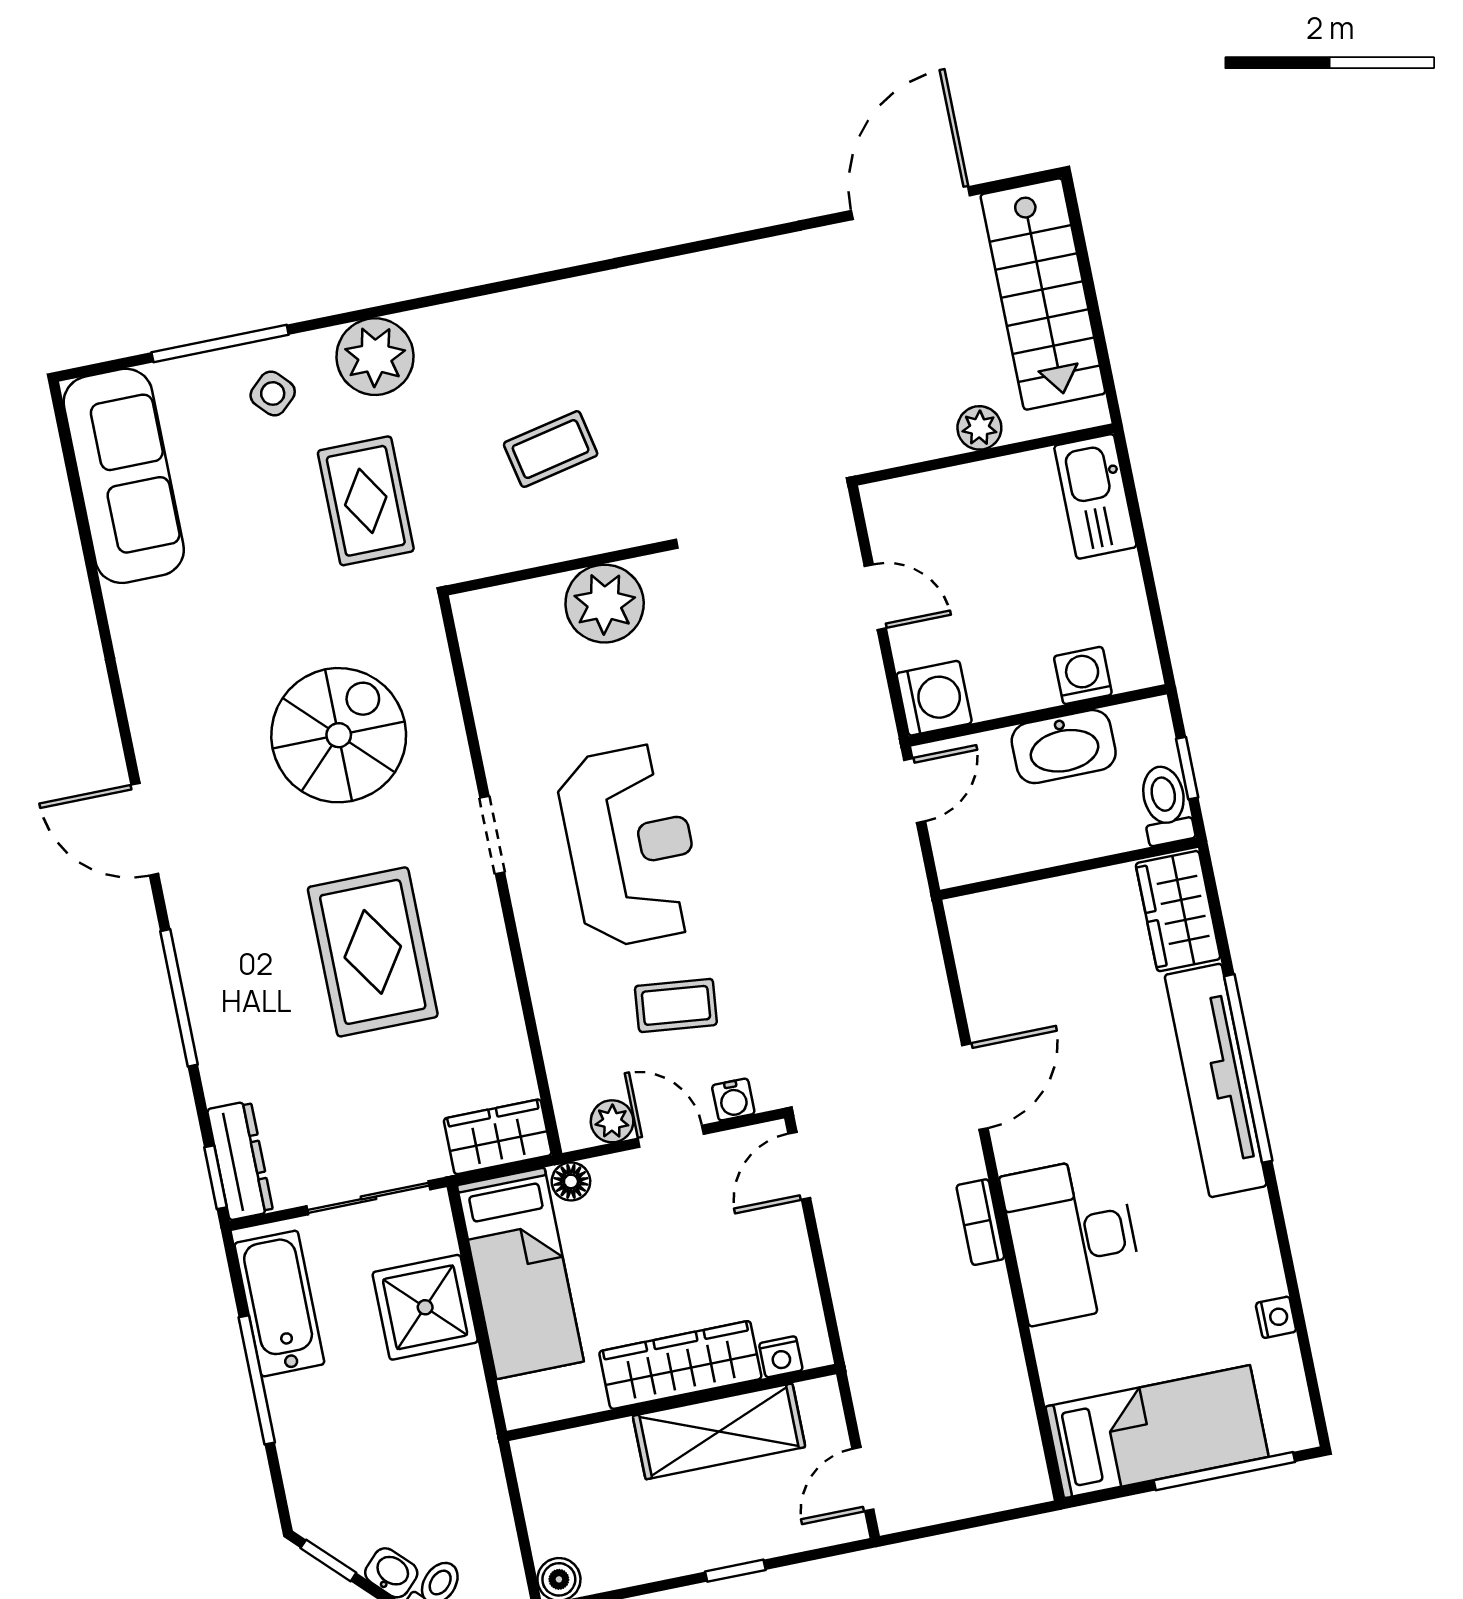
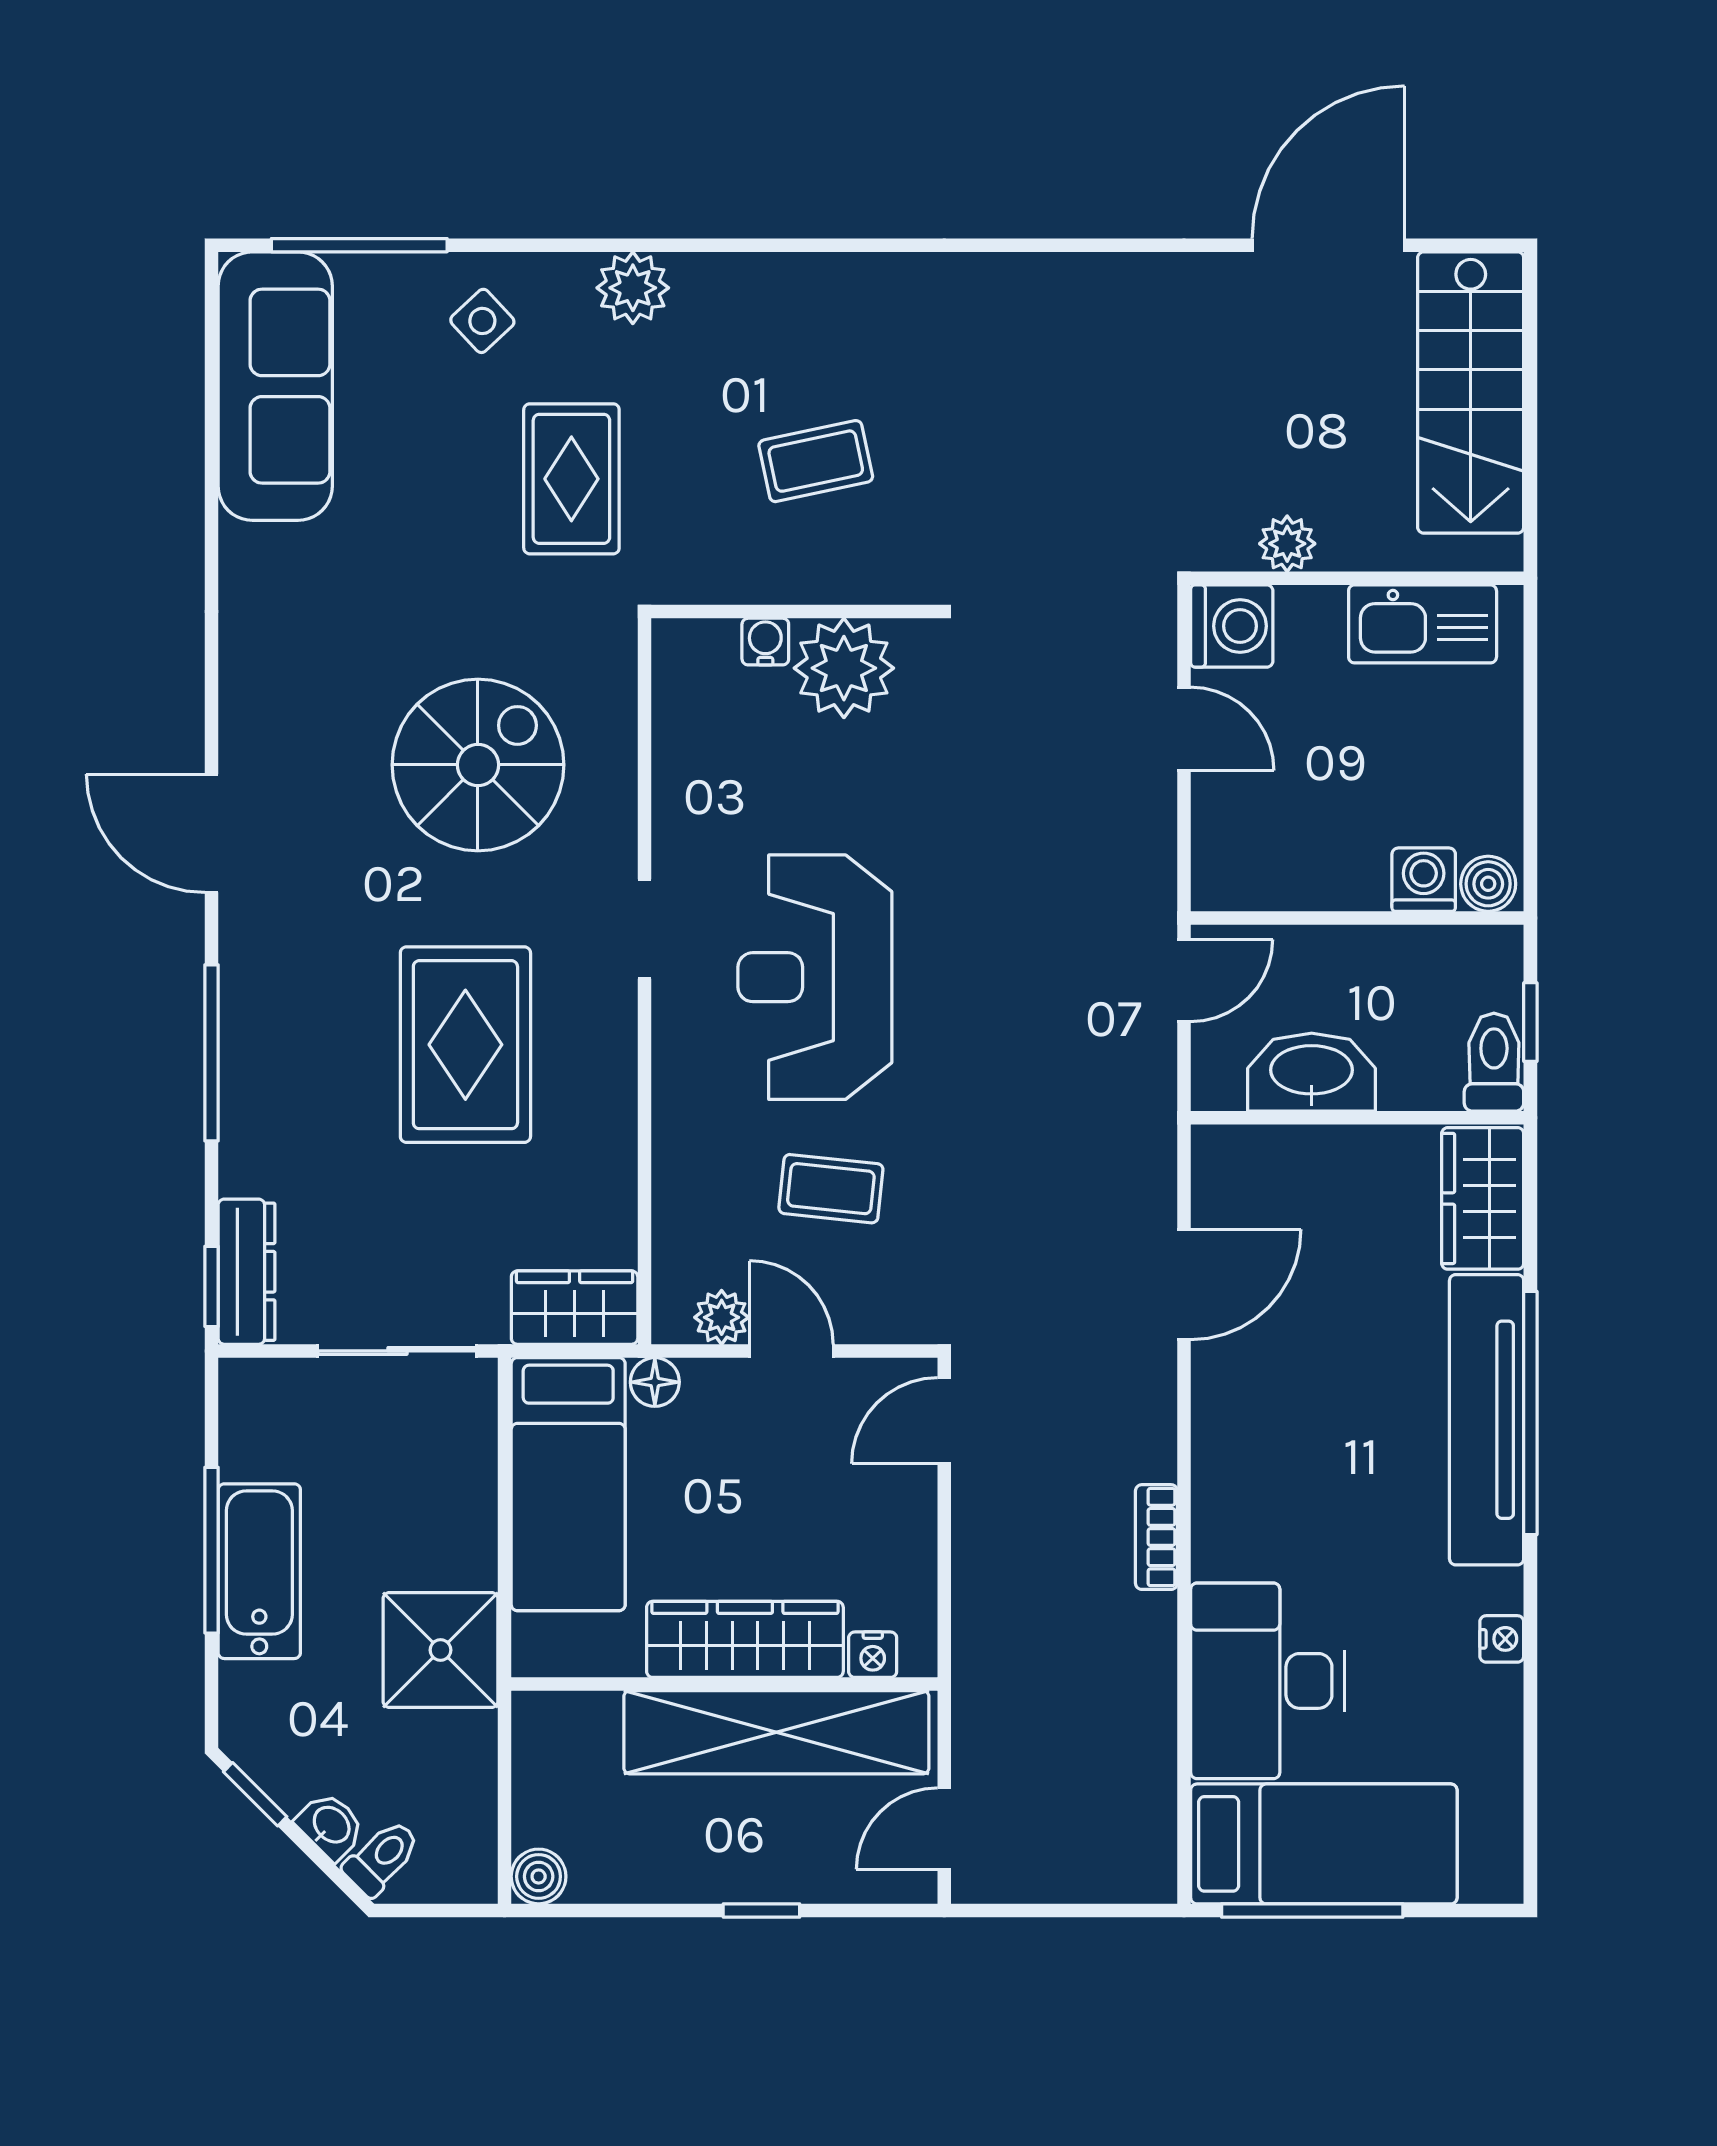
window: (220, 344) -> (359, 245), moved
plant: (375, 357) -> (633, 288), width x0.73, depth x0.73
plant: (979, 428) -> (1287, 544), moved
kitchen sink: (1095, 496) -> (1423, 624), moved, turned -90
boiler: (1133, 669) -> (1488, 884), added
washing machine: (934, 698) -> (1232, 626), moved
washbasin: (1064, 747) -> (1312, 1072), moved, turned 180
reception desk: (631, 845) -> (815, 977), turned 180
door: (975, 1087) -> (1184, 1284), moved
water cooler: (733, 1100) -> (765, 642), moved, turned 180
desk: (1073, 1240) -> (1267, 1681), moved
bathtub: (279, 1304) -> (259, 1571), moved
shower: (425, 1307) -> (441, 1650), moved
nightstand: (1276, 1317) -> (1502, 1639), moved
shelving: (719, 1431) -> (776, 1732), width x1.47
window: (1224, 1471) -> (1312, 1910), moved

